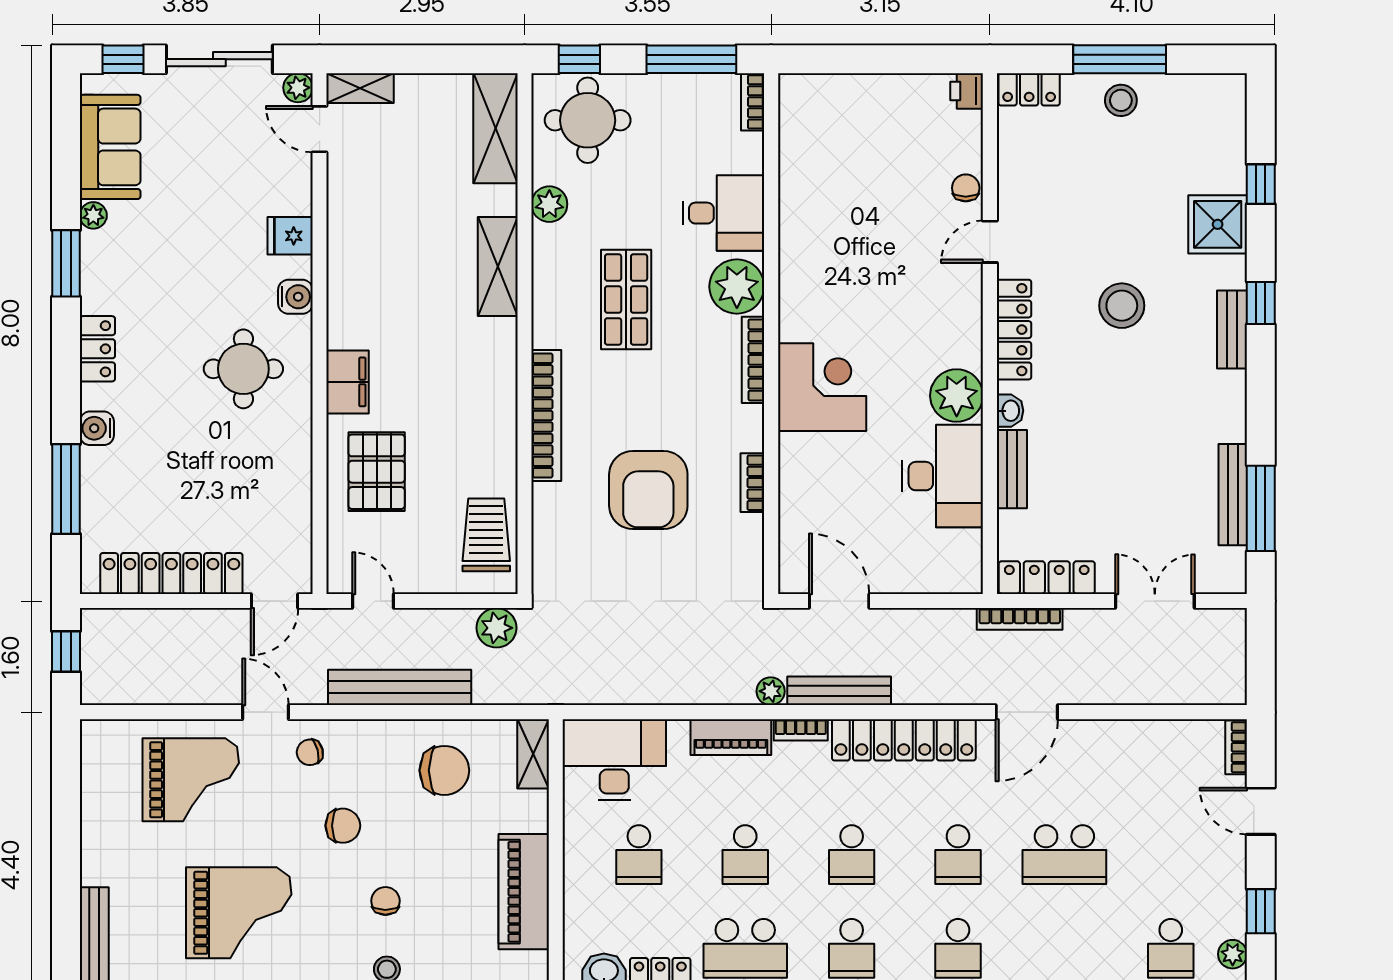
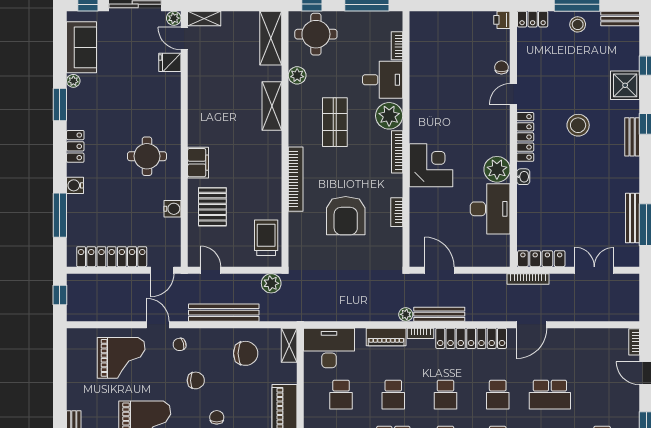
bookcase: (753, 102) -> (397, 46), moved
fridge: (290, 236) -> (170, 62), moved
water cooler: (295, 297) -> (172, 209), moved
bench: (1012, 469) -> (620, 18), moved, turned 90

